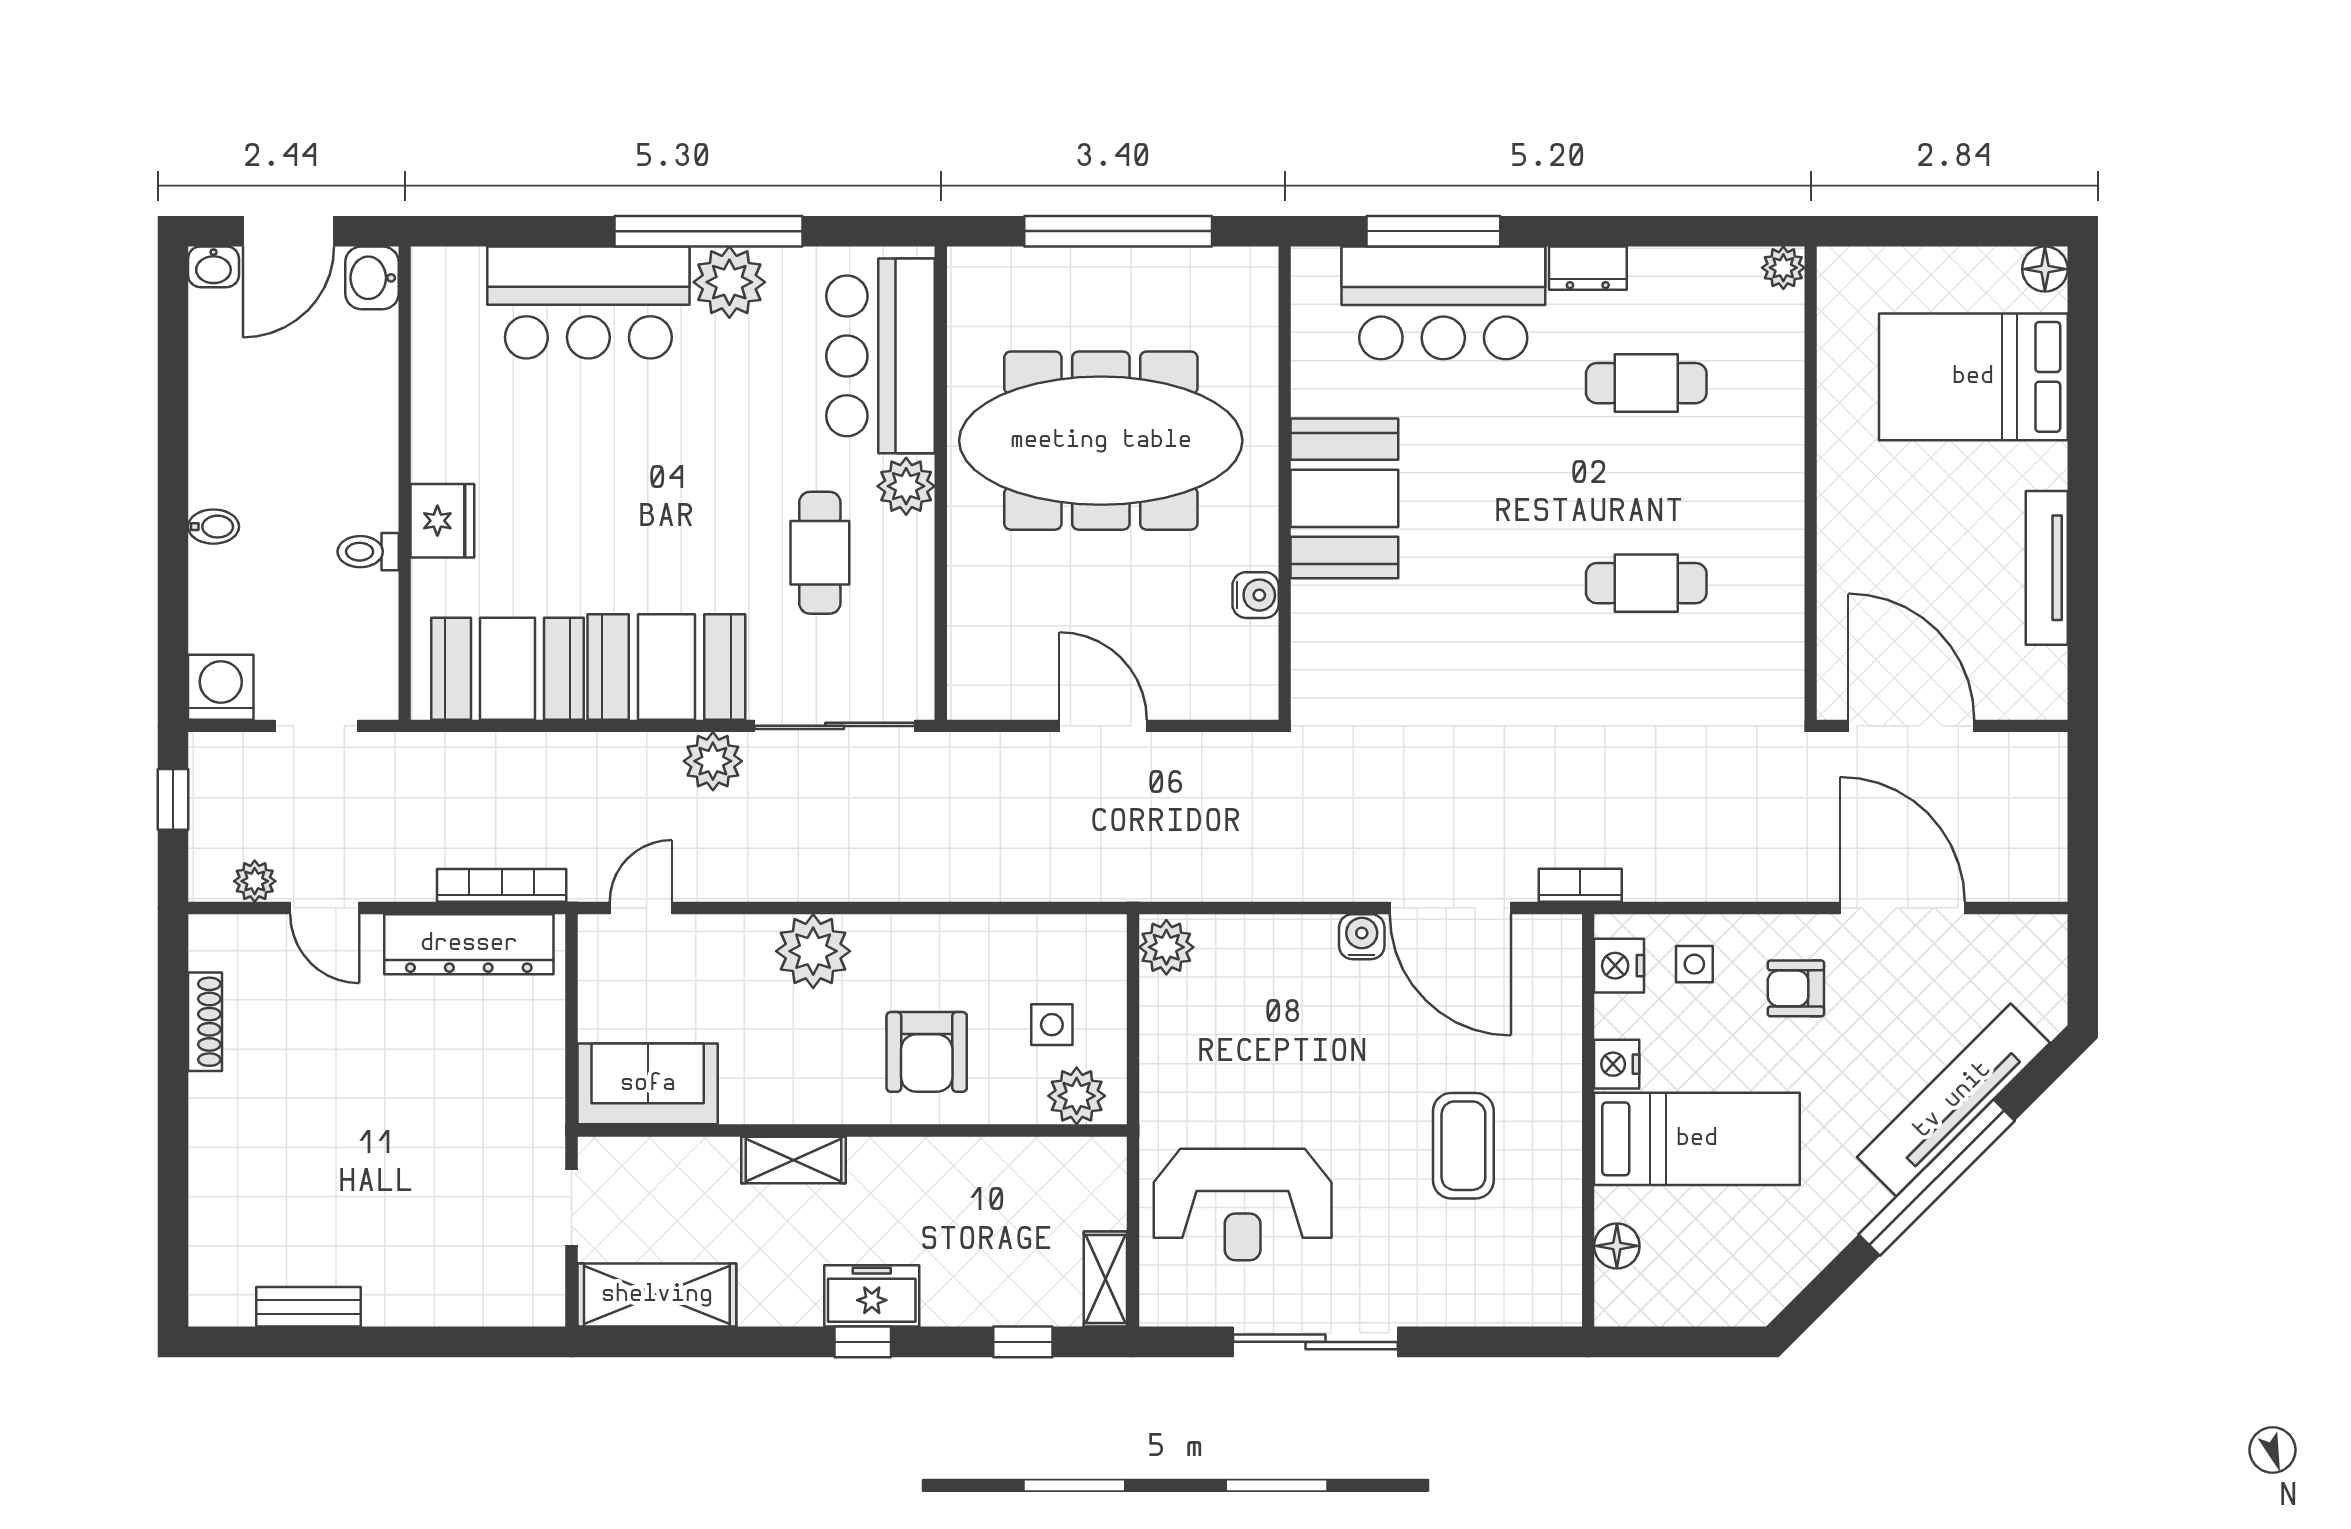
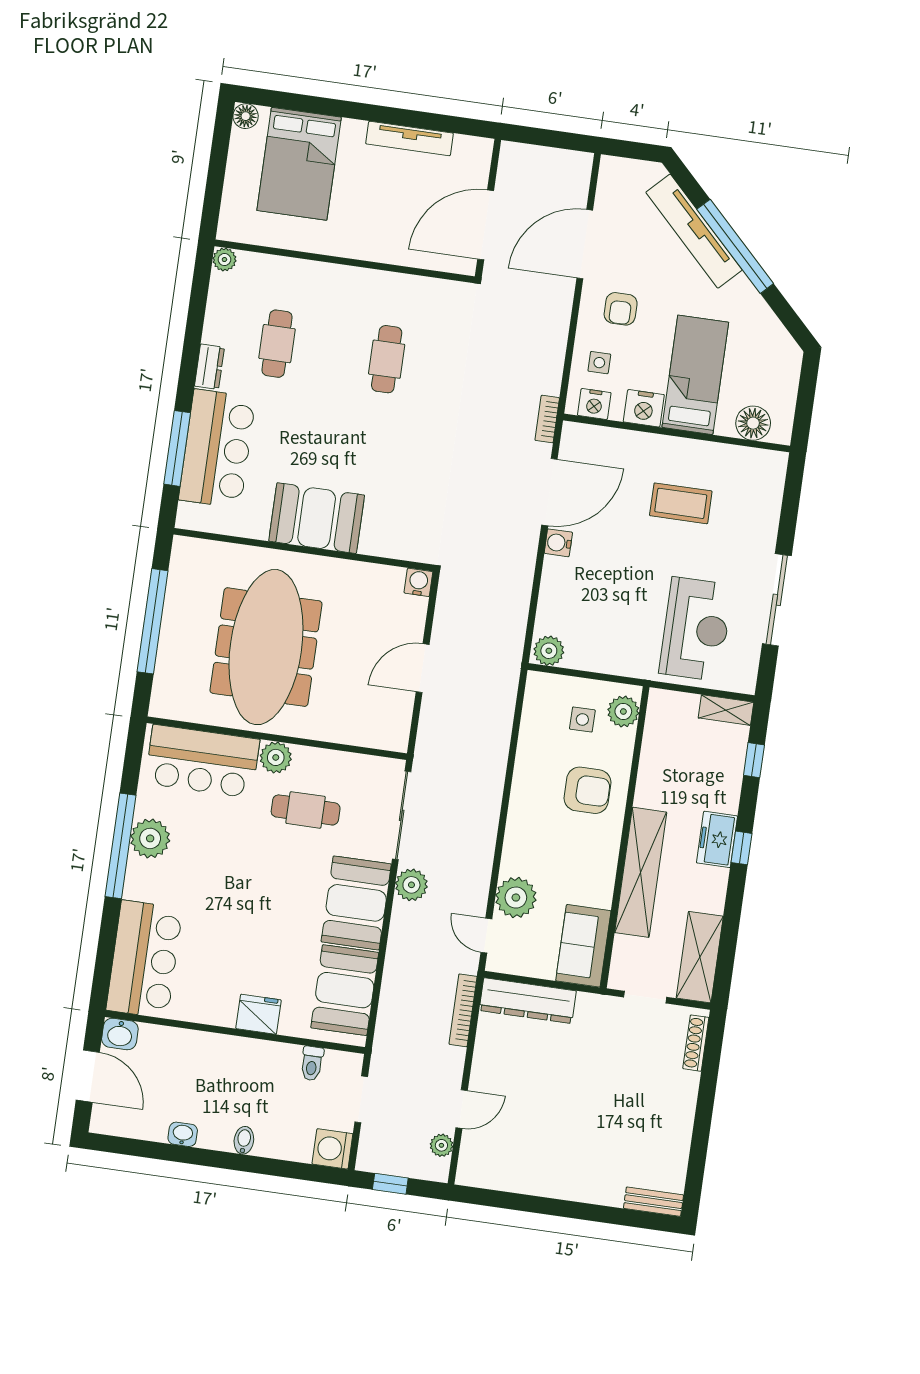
washbasin: (213, 267) -> (183, 1134), moved, turned -90
bar counter: (588, 303) -> (144, 959), moved
toilet: (368, 552) -> (312, 1063), moved
water cooler: (1256, 595) -> (418, 582), moved
dresser: (469, 944) -> (528, 1001), moved, turned 90
plant: (813, 951) -> (516, 898), moved
shoe rack: (205, 1022) -> (696, 1043), moved, turned -90
nightstand: (1617, 1064) -> (644, 408), width x1.36, depth x1.33
shelving: (793, 1160) -> (641, 872), width x2.20, depth x1.33
floor lamp: (1617, 1246) -> (753, 423), width x1.38, depth x1.38
bench: (309, 1307) -> (654, 1202), moved, turned 90

